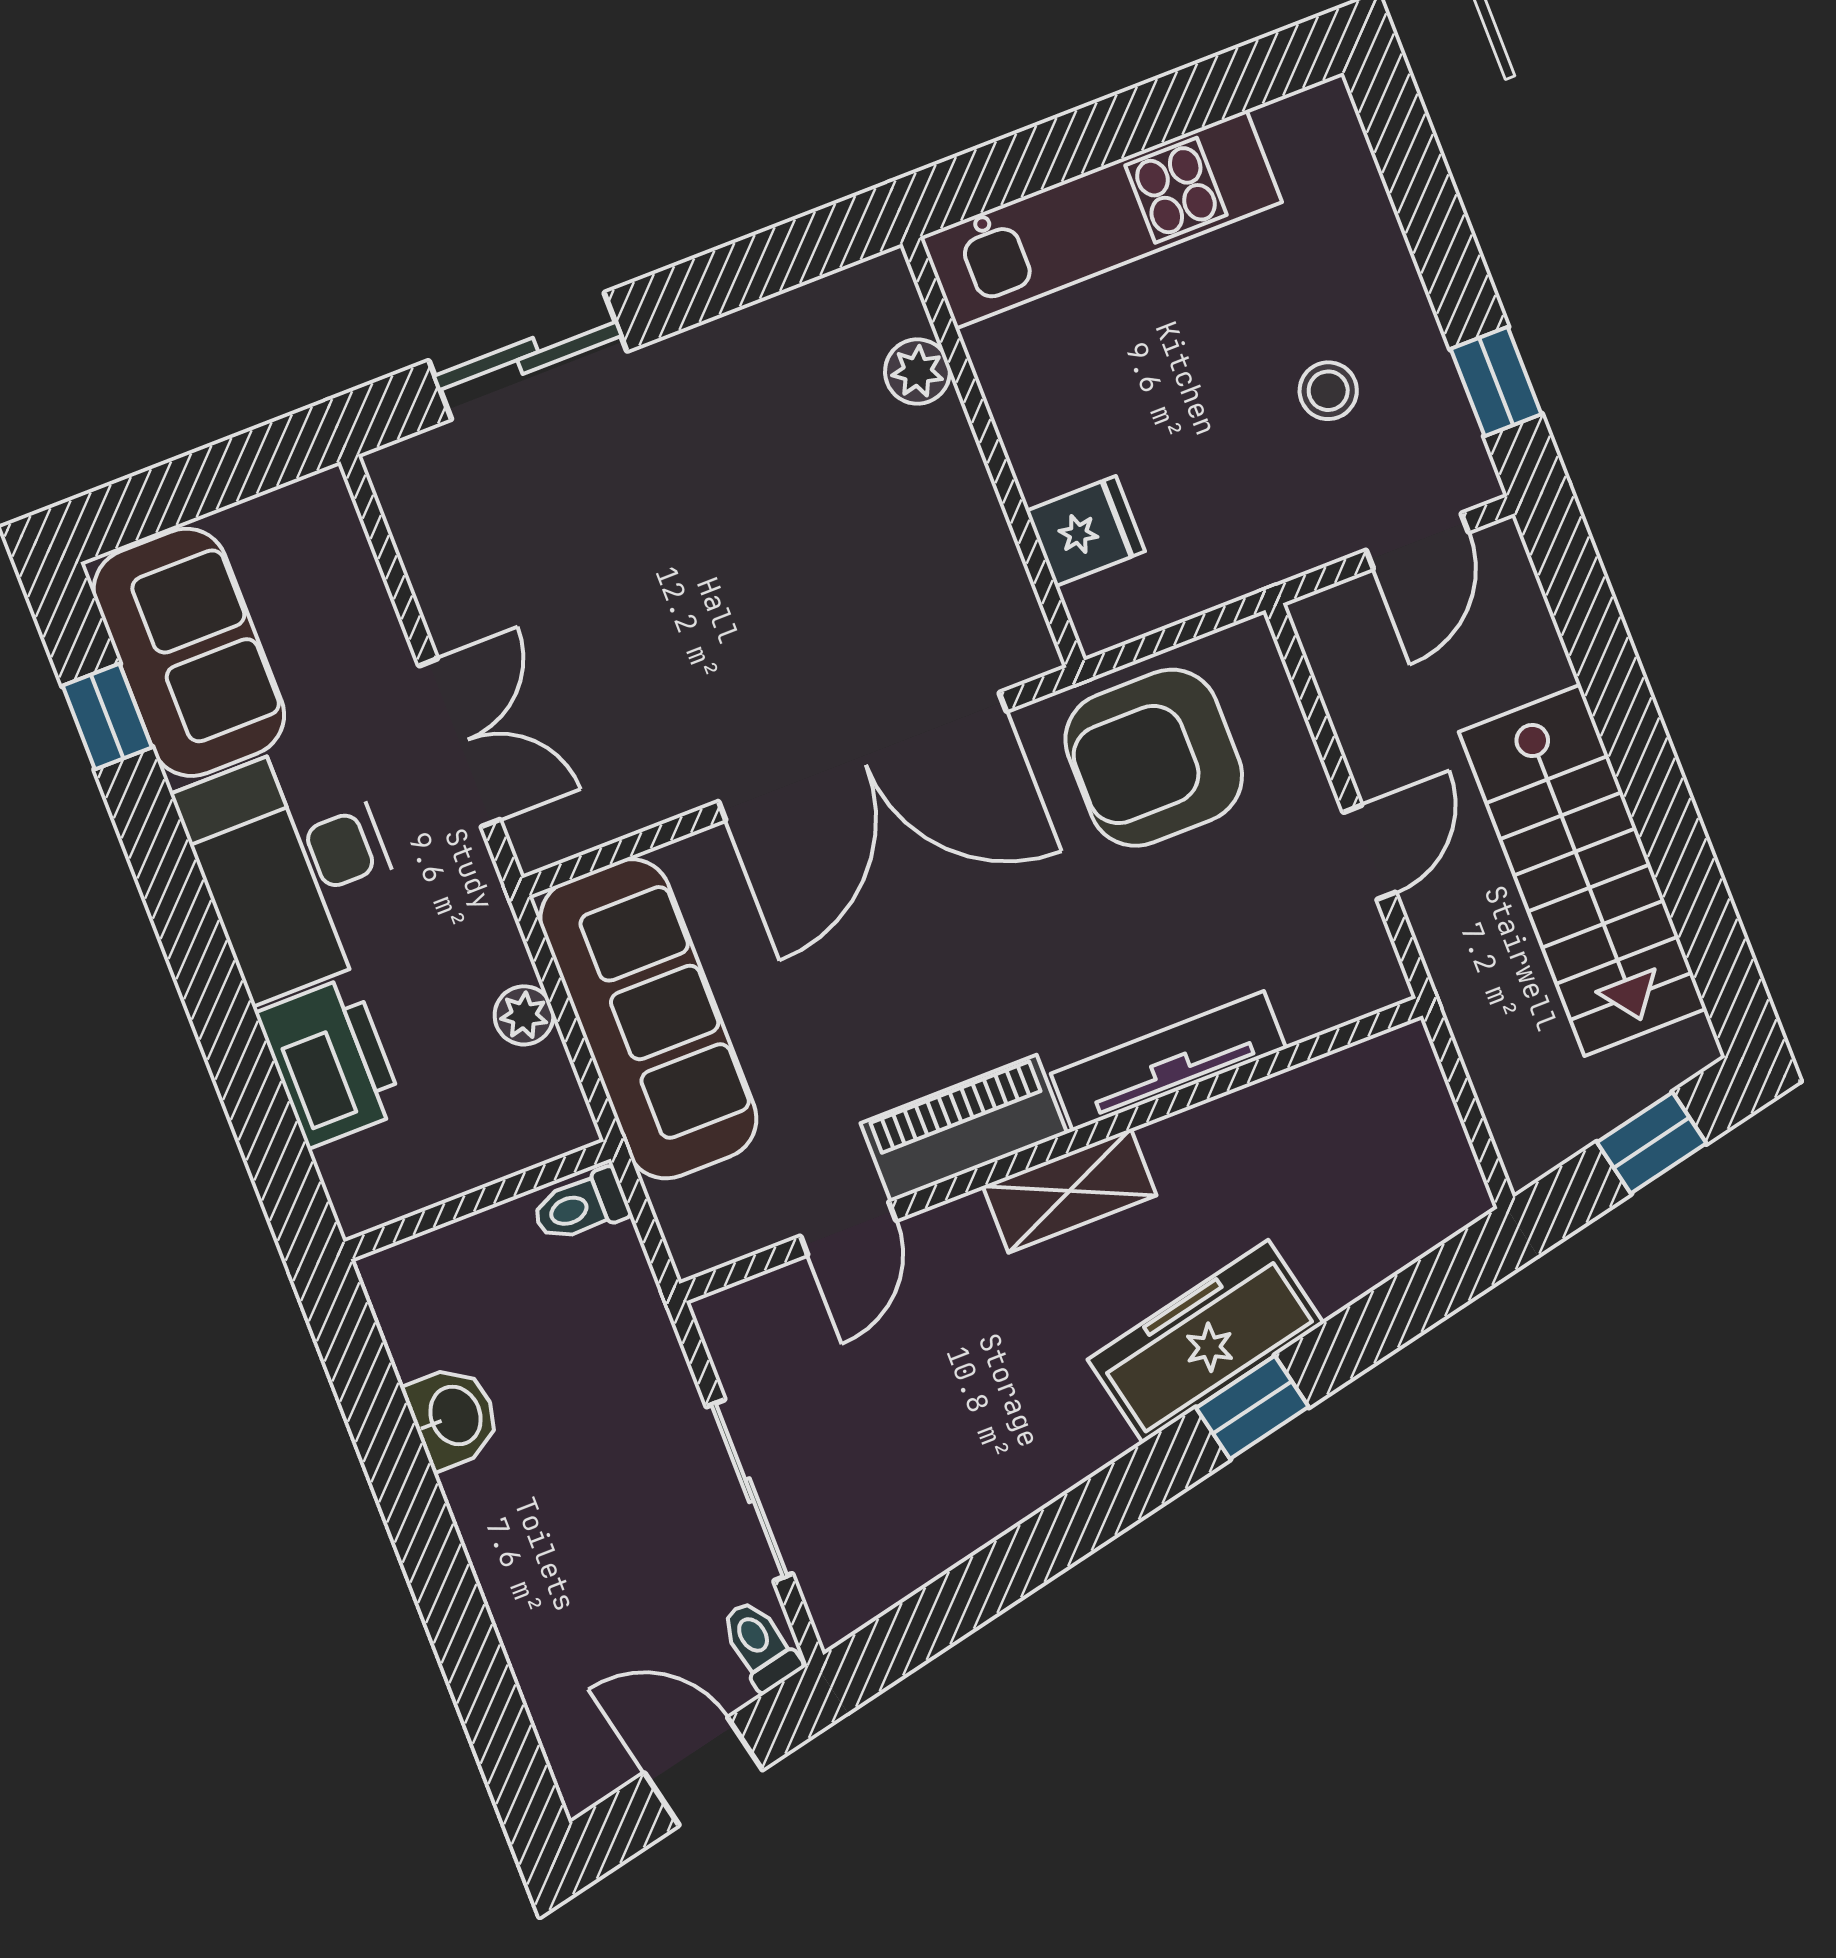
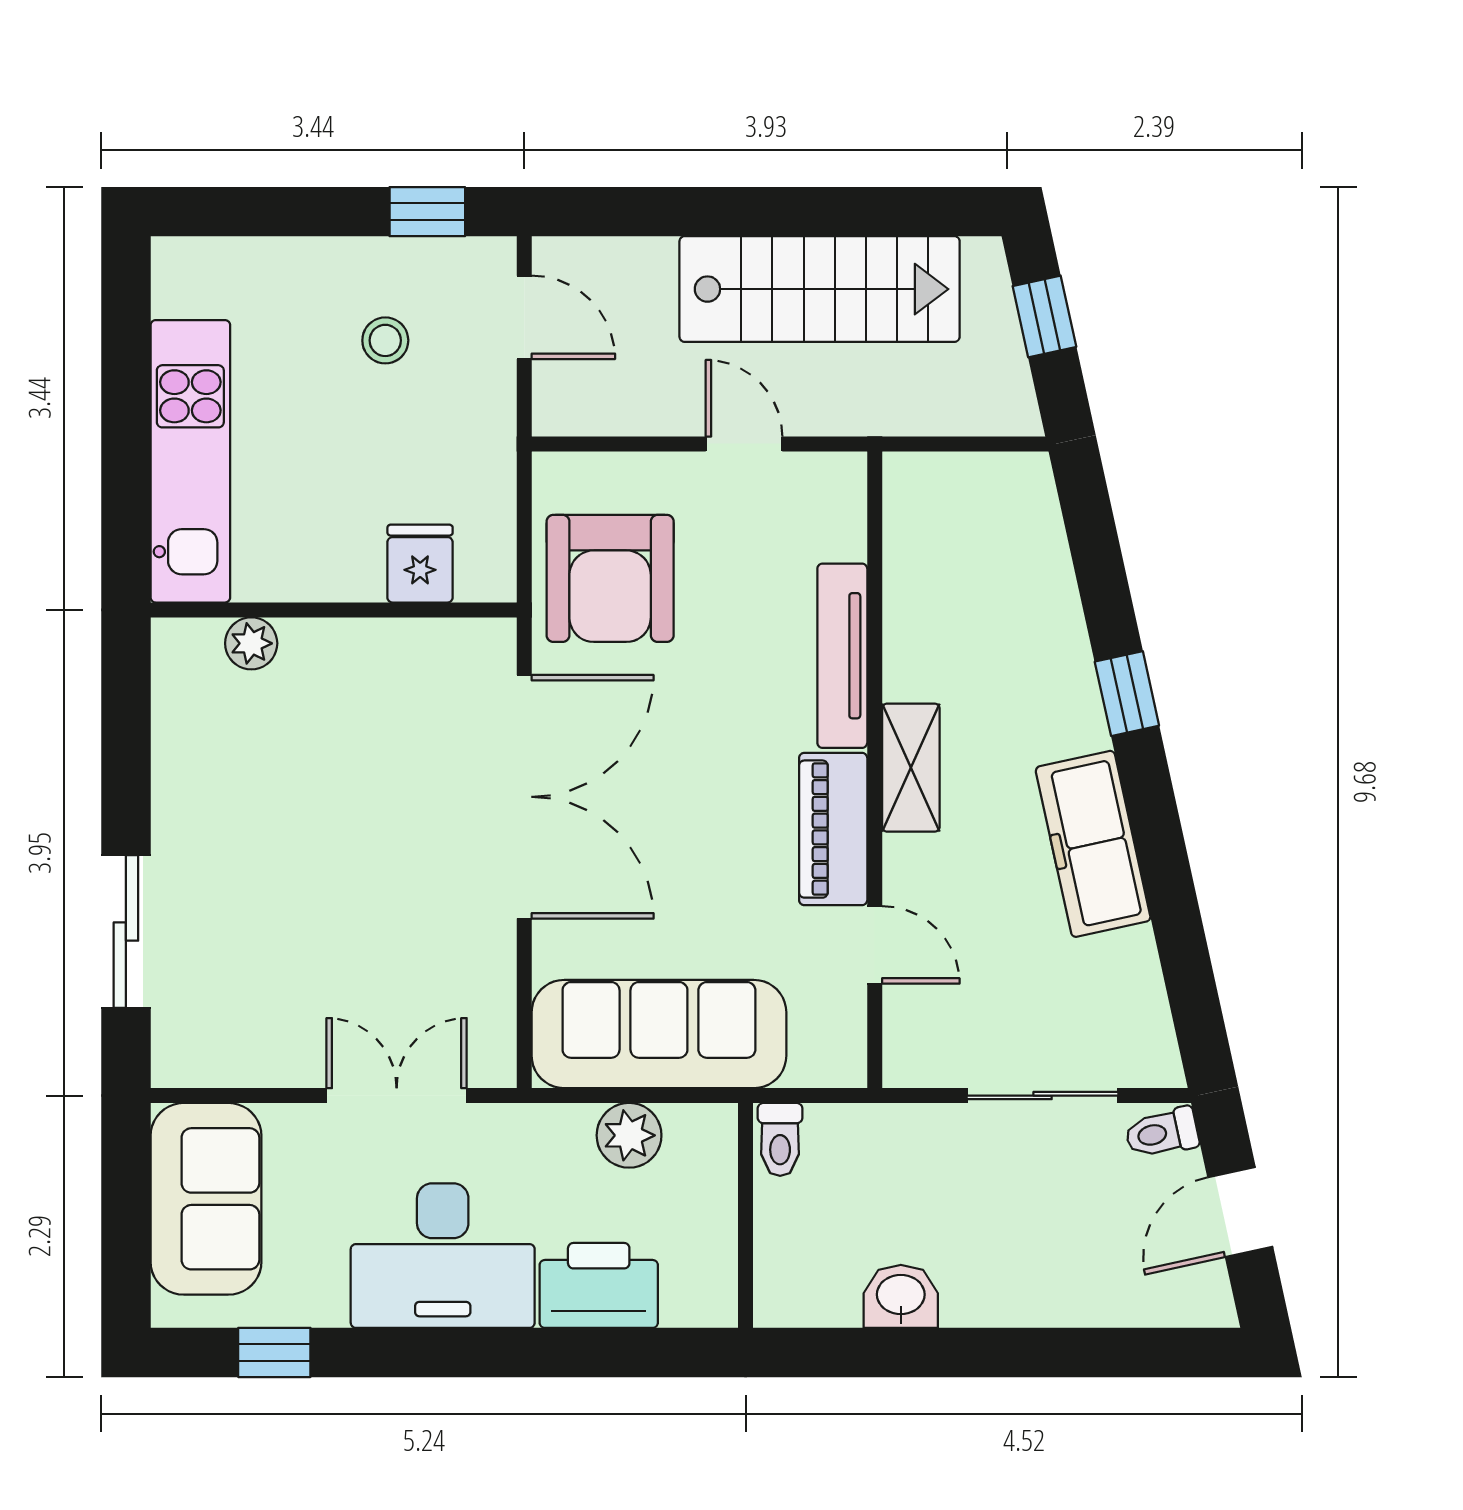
sofa: (189, 652) -> (206, 1199), moved, turned 90
plant: (524, 1015) -> (629, 1135), width x1.38, depth x1.38
freezer: (1206, 1341) -> (1093, 844), moved

